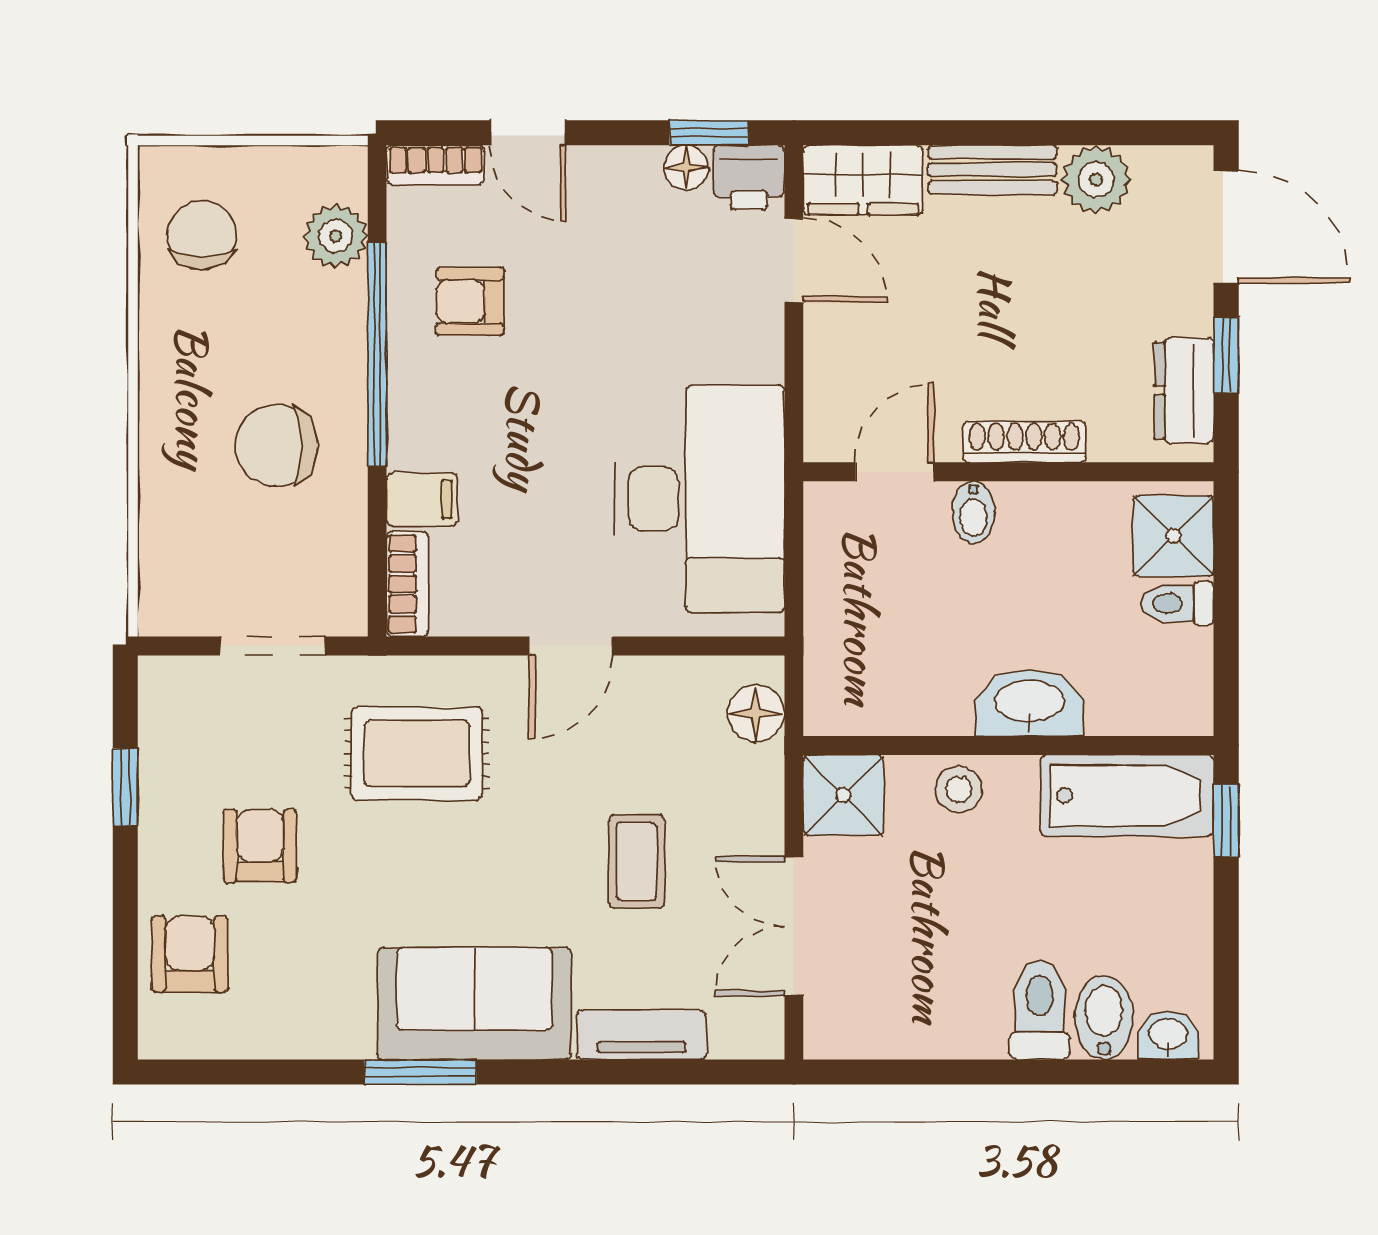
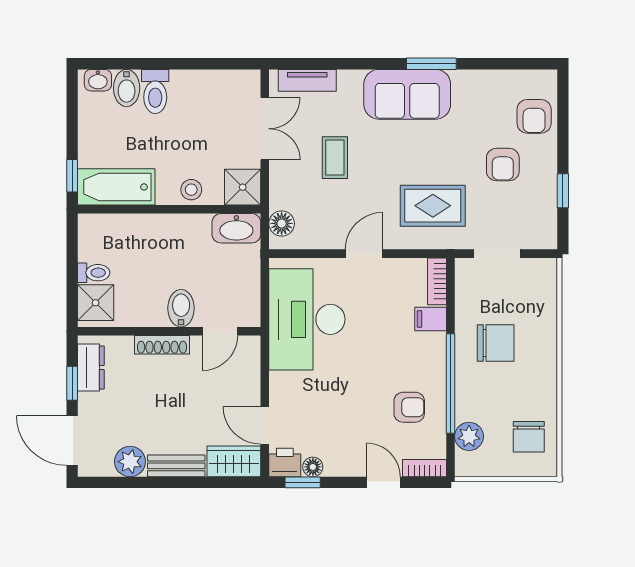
bidet: (973, 512) -> (181, 308), width x1.38, depth x1.36
washbasin: (1029, 703) -> (236, 228), moved
tv unit: (641, 1035) -> (307, 80), moved

